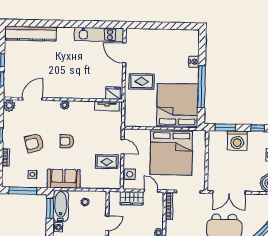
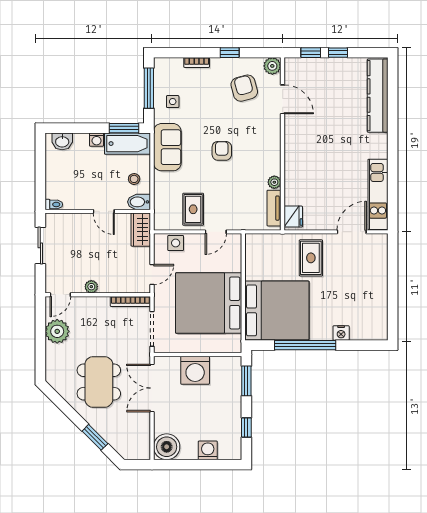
plant: (65, 105) -> (274, 182), moved
washing machine: (237, 141) -> (195, 370), moved, turned -90
armchair: (34, 143) -> (244, 88), moved
wardrobe: (132, 198) -> (141, 230), moved
bidet: (101, 199) -> (139, 202), added

